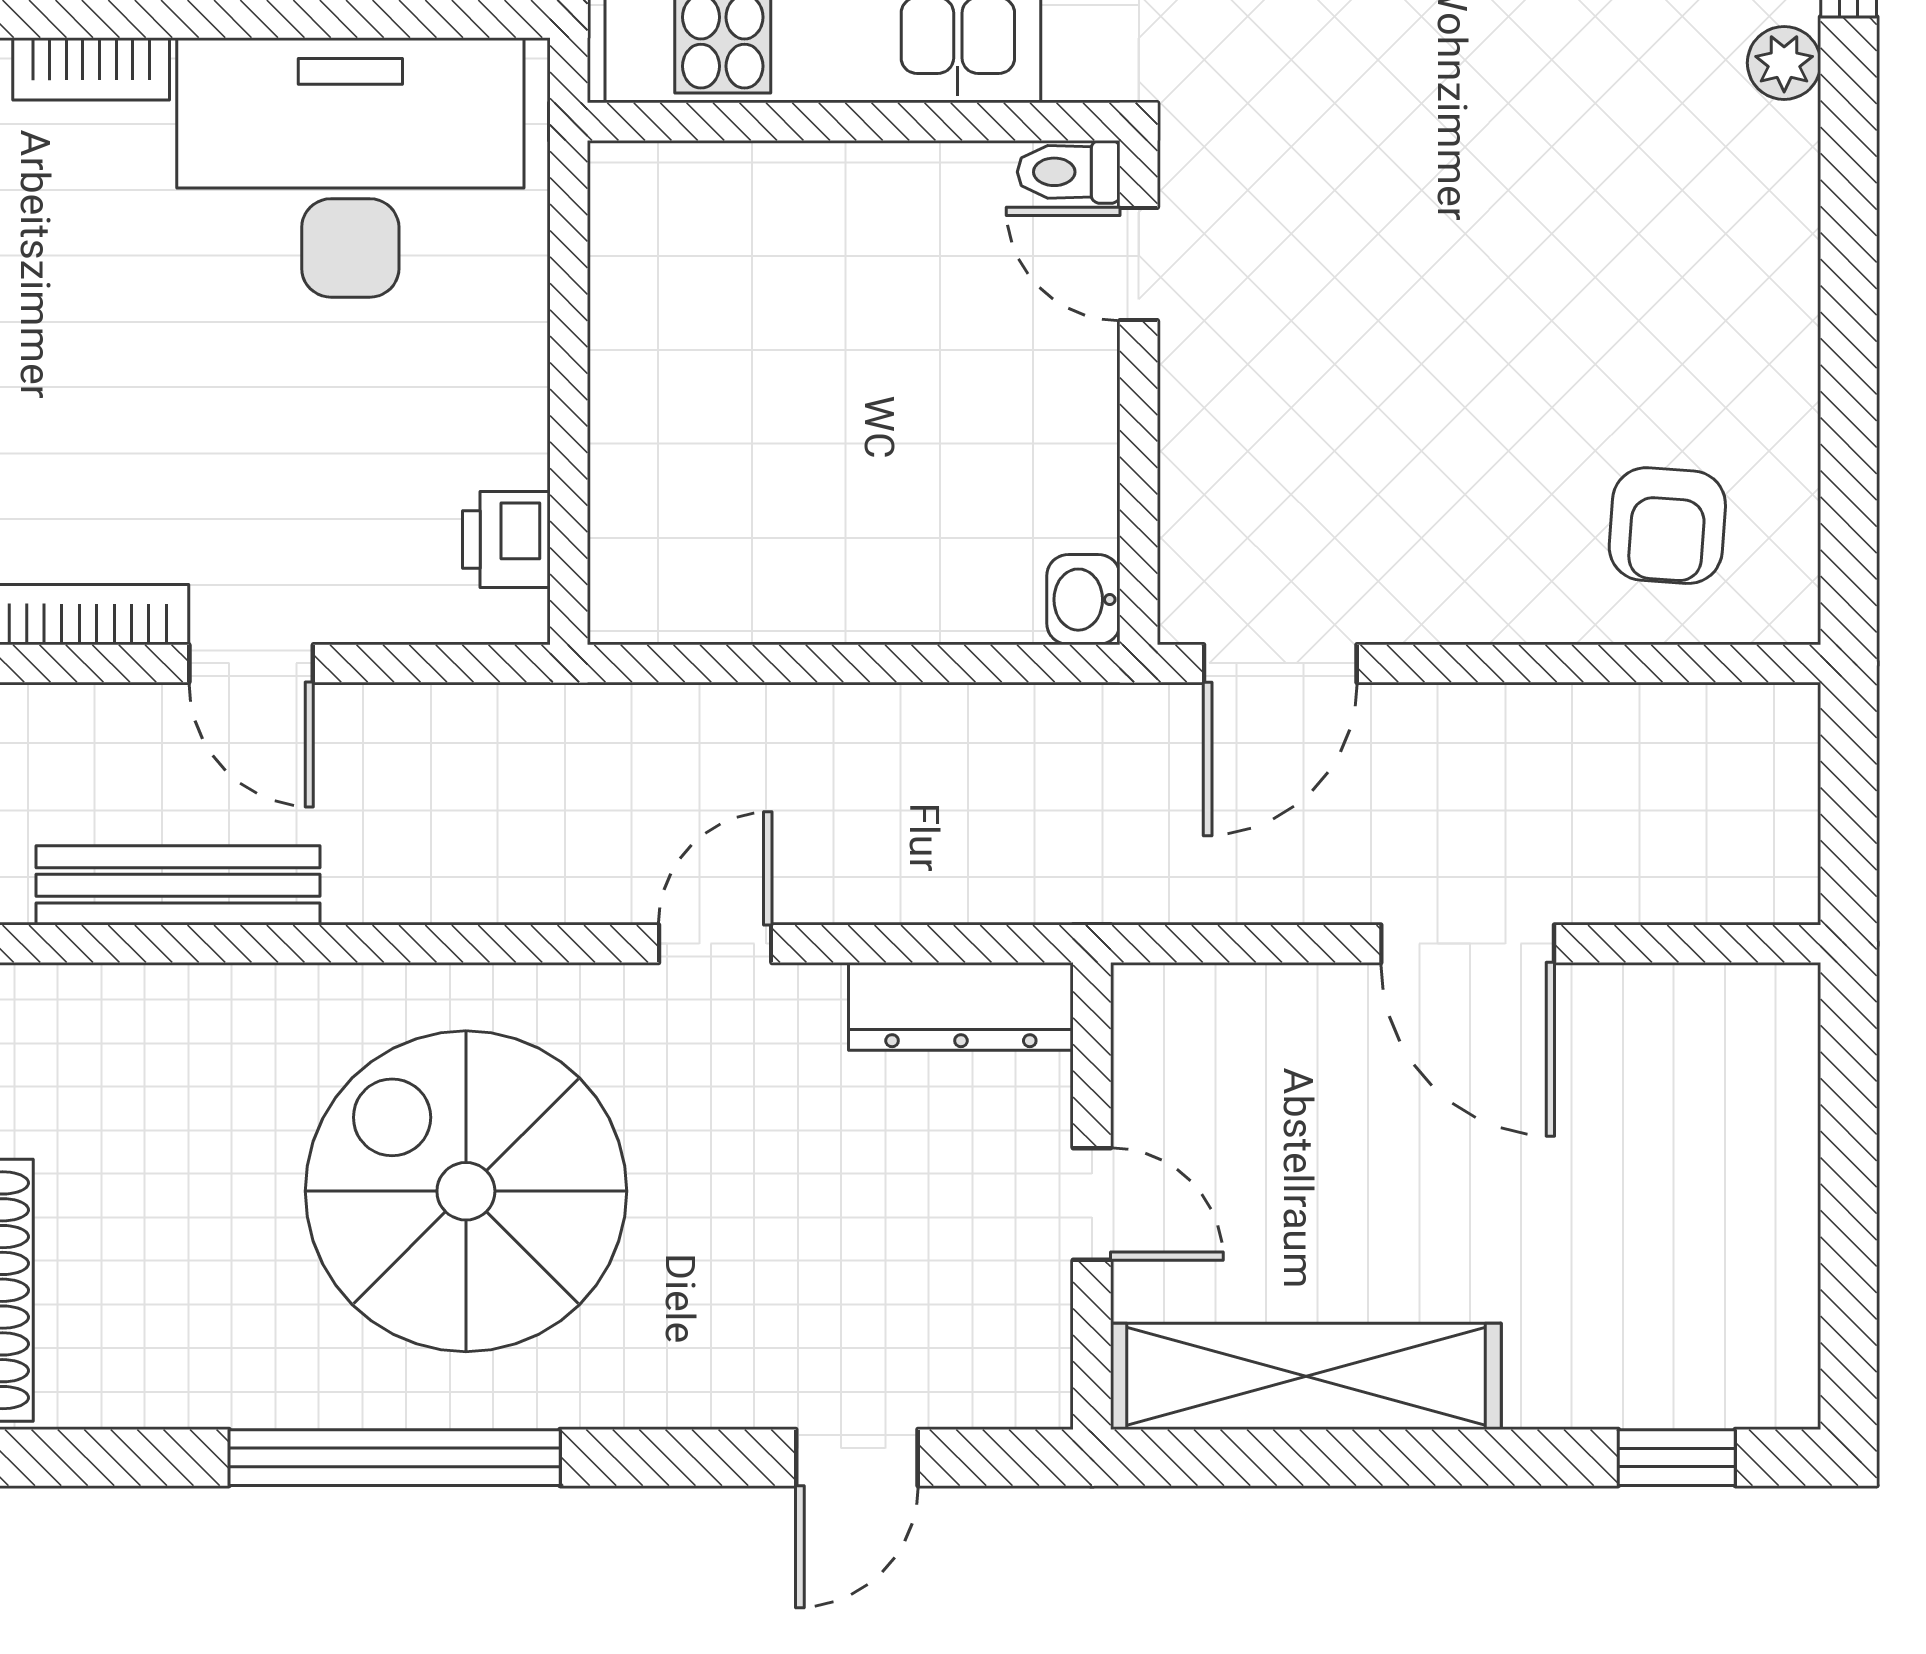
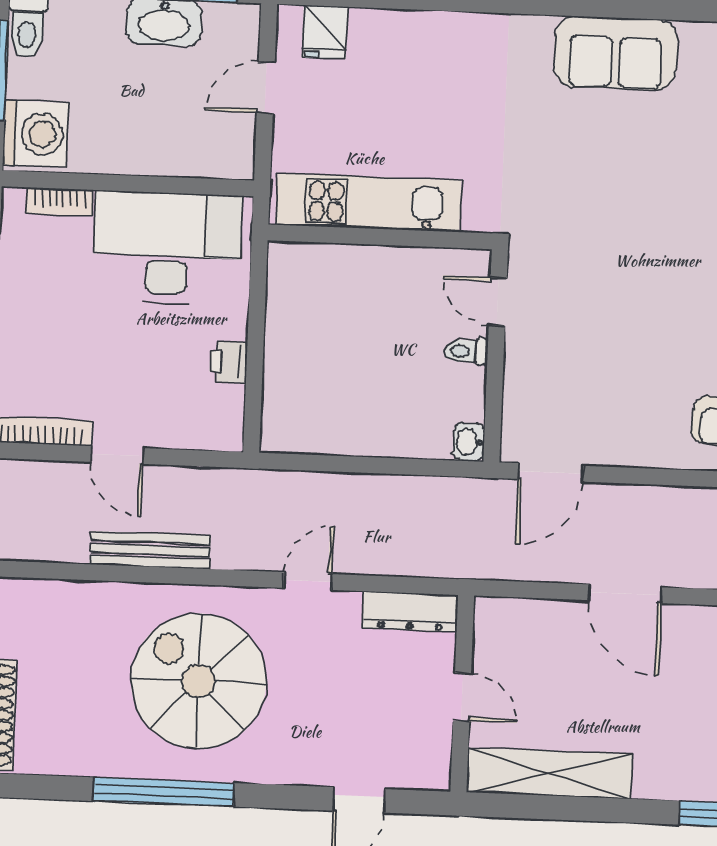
toilet: (1069, 172) -> (466, 351), moved
printer: (506, 539) -> (228, 362), moved
bench: (178, 885) -> (150, 550), moved

